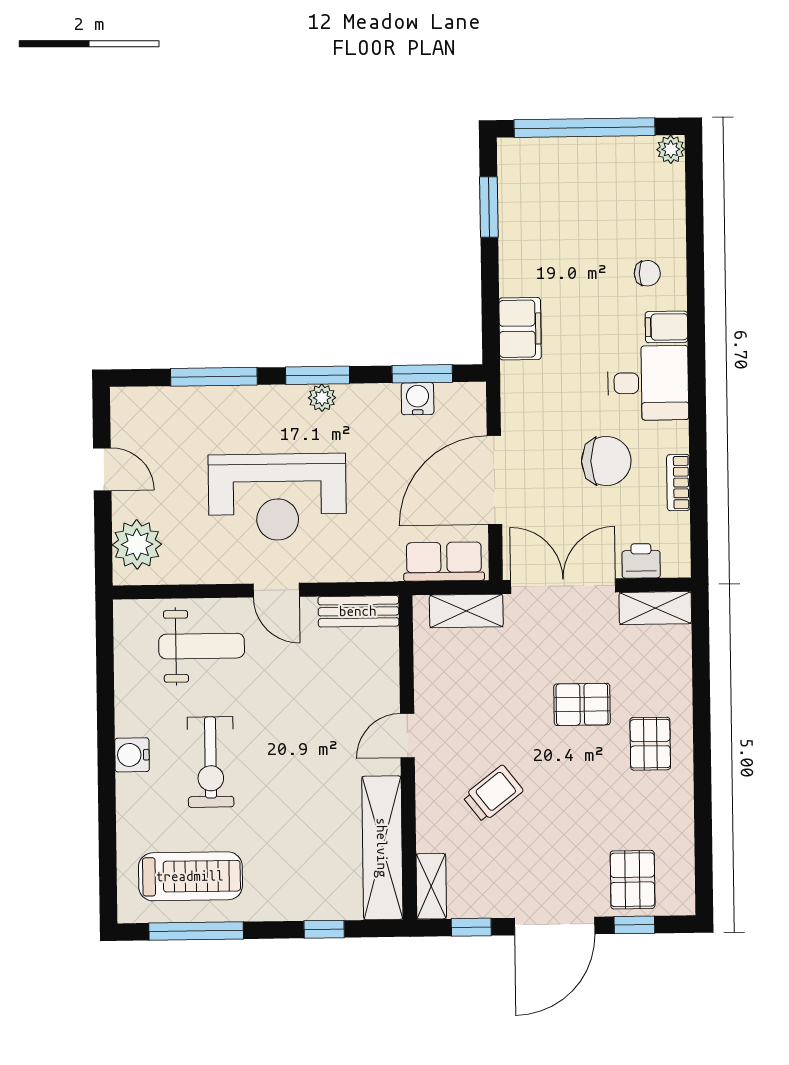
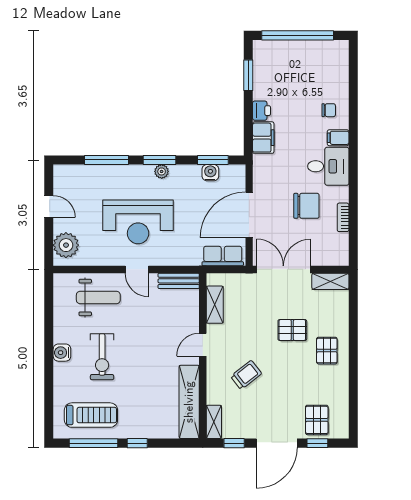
plant: (671, 149) -> (342, 47), removed
printer: (641, 561) -> (261, 111), moved, turned 90
shelving: (466, 611) -> (215, 305), moved, turned 90
window: (324, 929) -> (137, 443), moved

